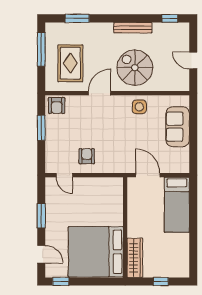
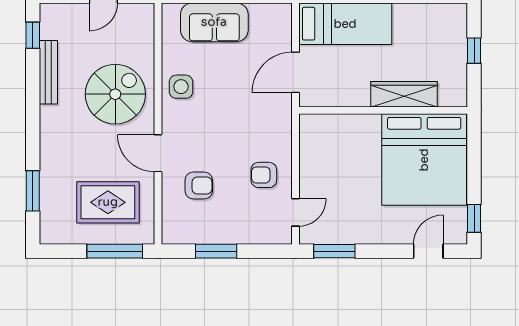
bench: (133, 28) -> (48, 72), moved
window: (41, 49) -> (115, 251), moved
spiral stairs: (135, 68) -> (115, 94), turned 180
armchair: (57, 105) -> (199, 186), moved
window: (41, 216) -> (334, 251), moved
wardrobe: (135, 258) -> (404, 94), moved

